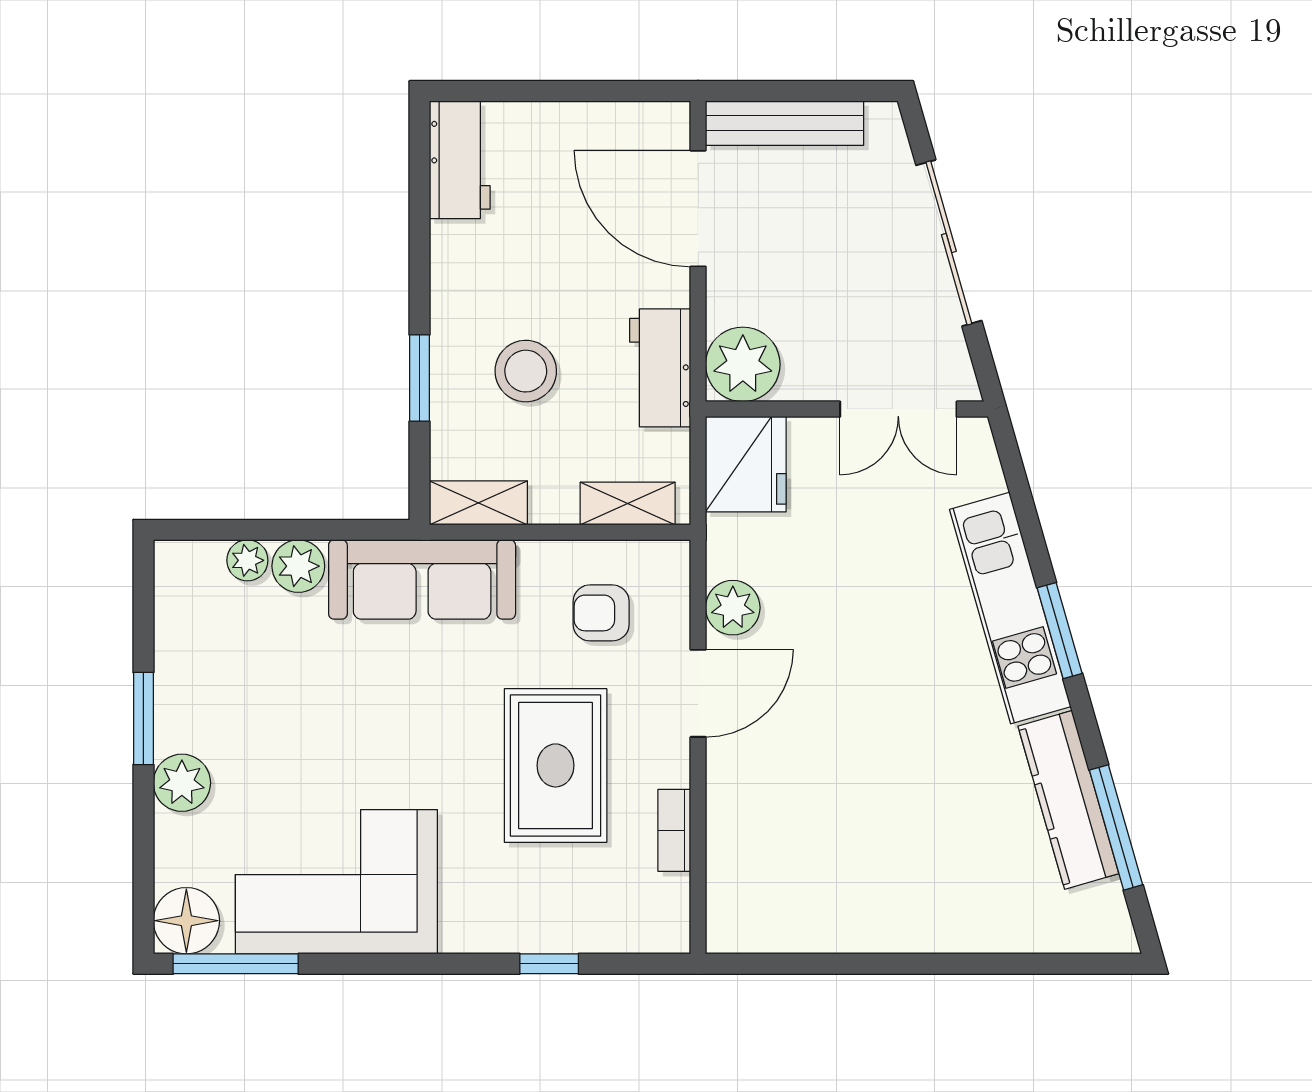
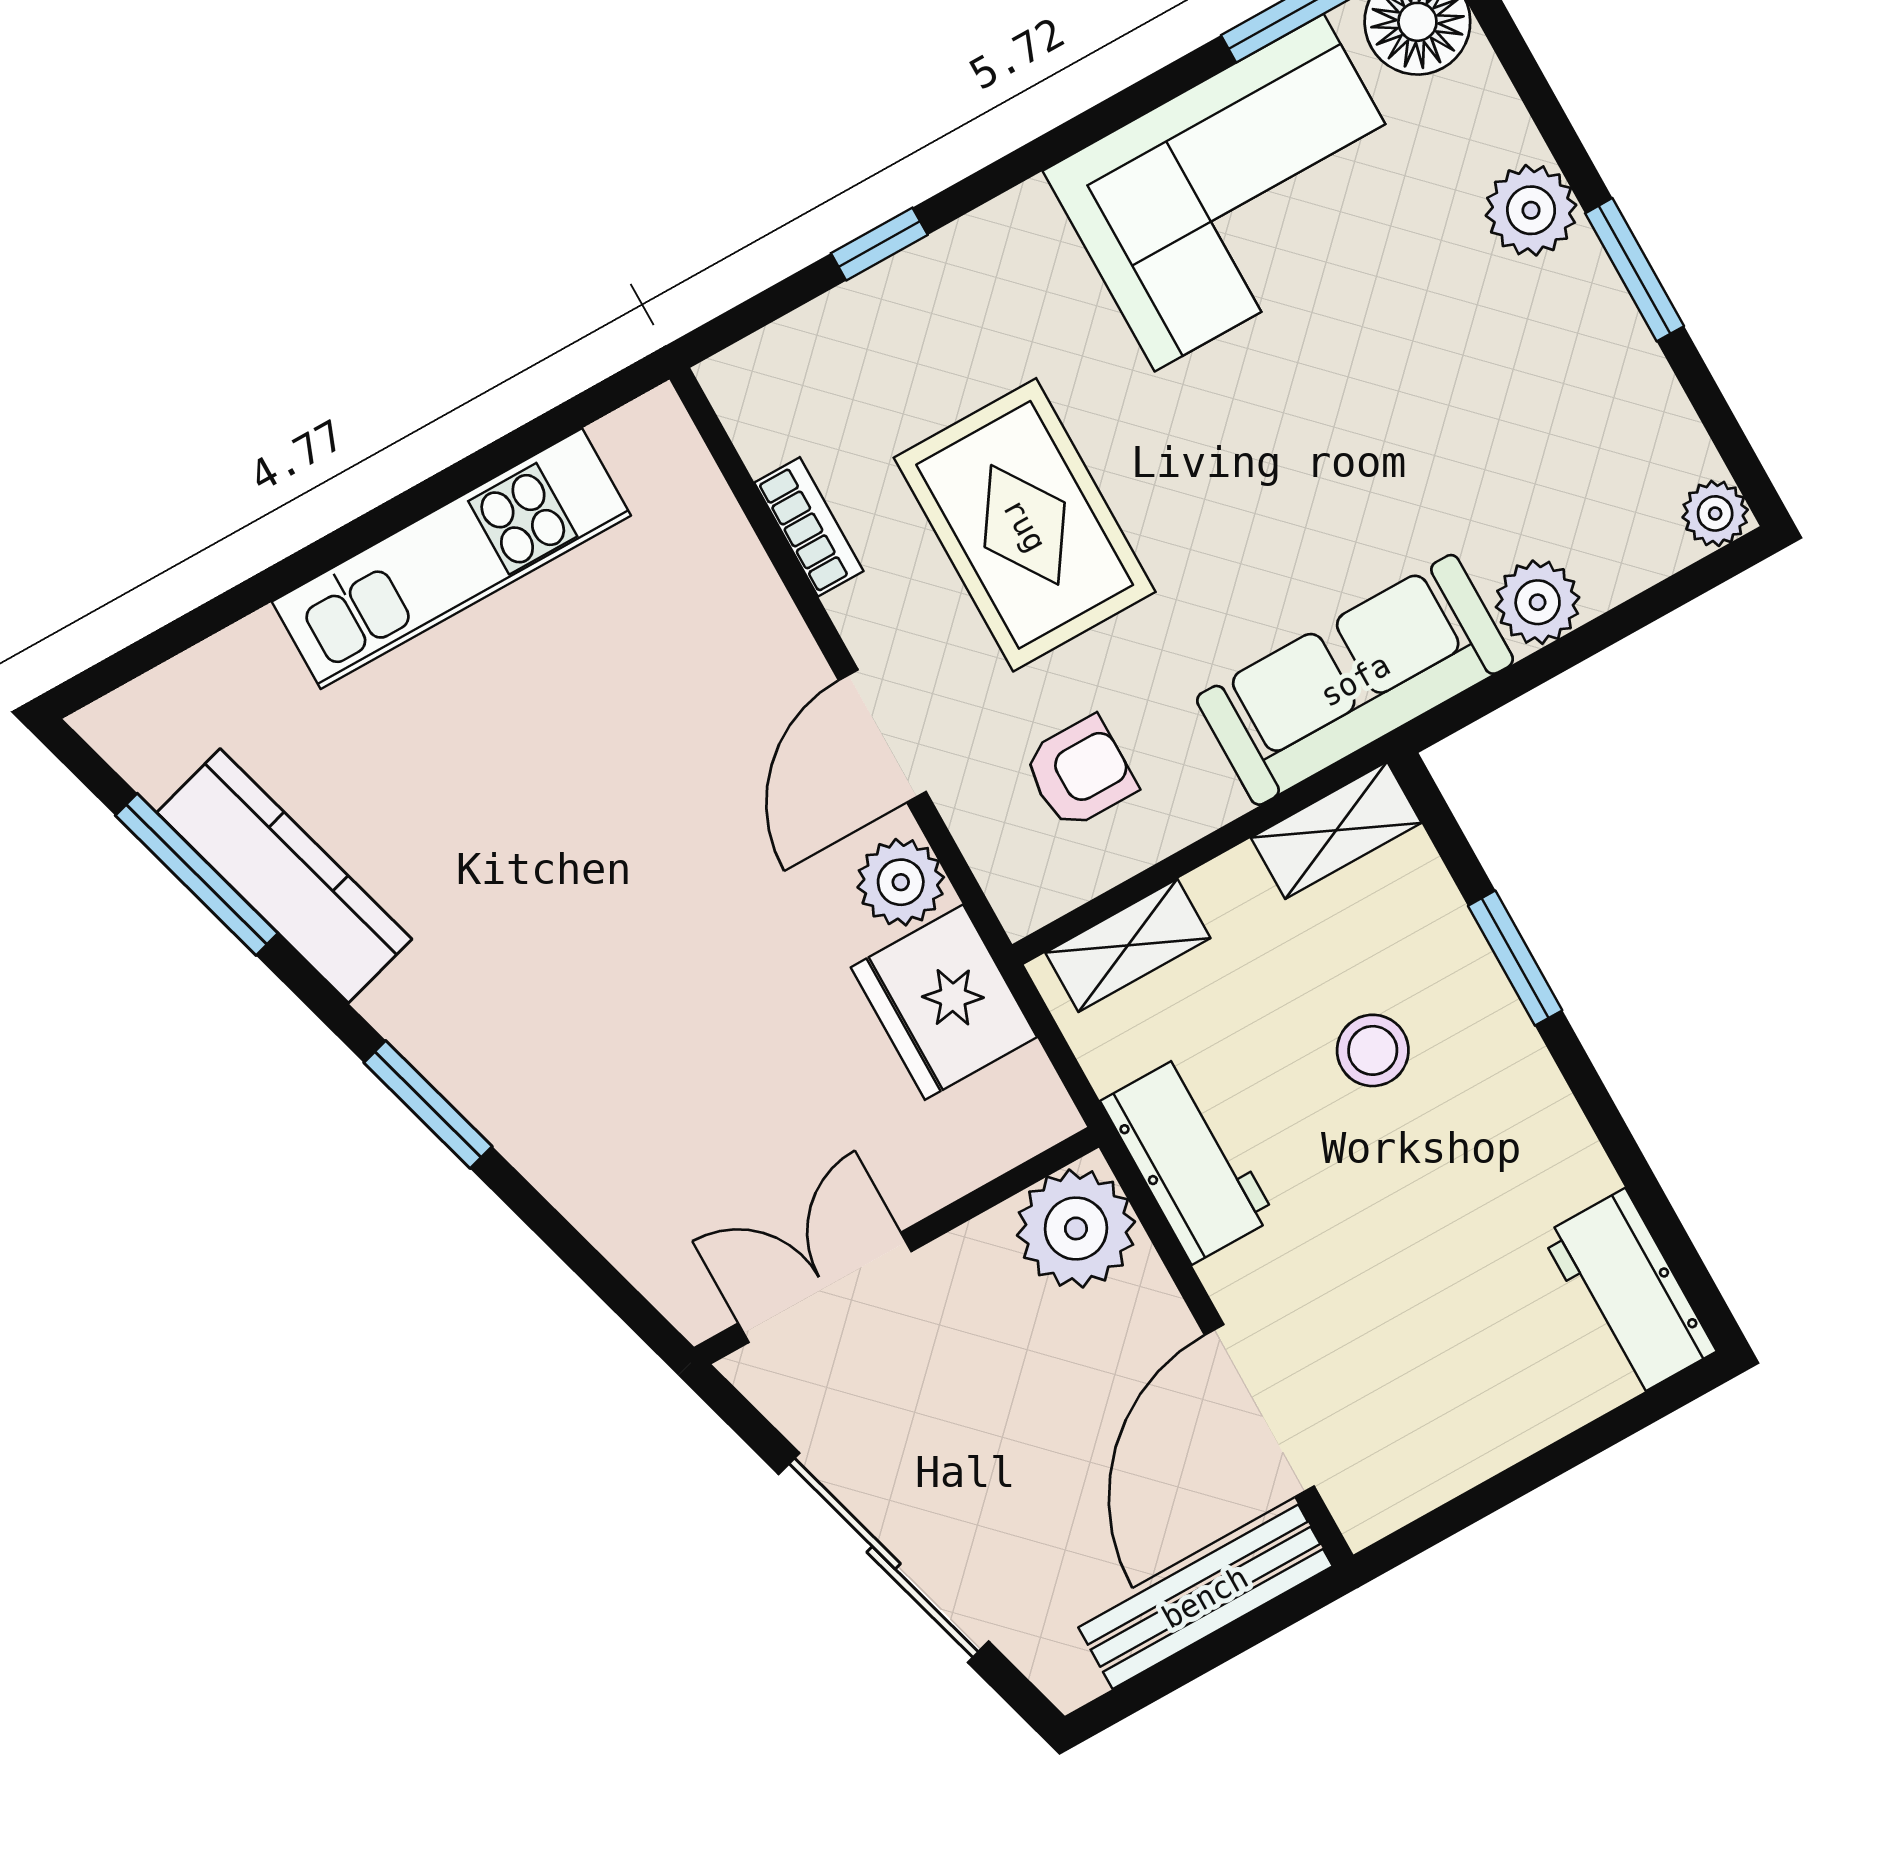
door: (698, 209) -> (1259, 1411), swing flipped
stool: (526, 371) -> (1373, 1050), width x0.73, depth x0.73
fridge: (746, 464) -> (944, 1002), moved
plant: (247, 560) -> (1715, 513), moved
kitchen unit: (1010, 608) -> (451, 559), moved, turned 106

